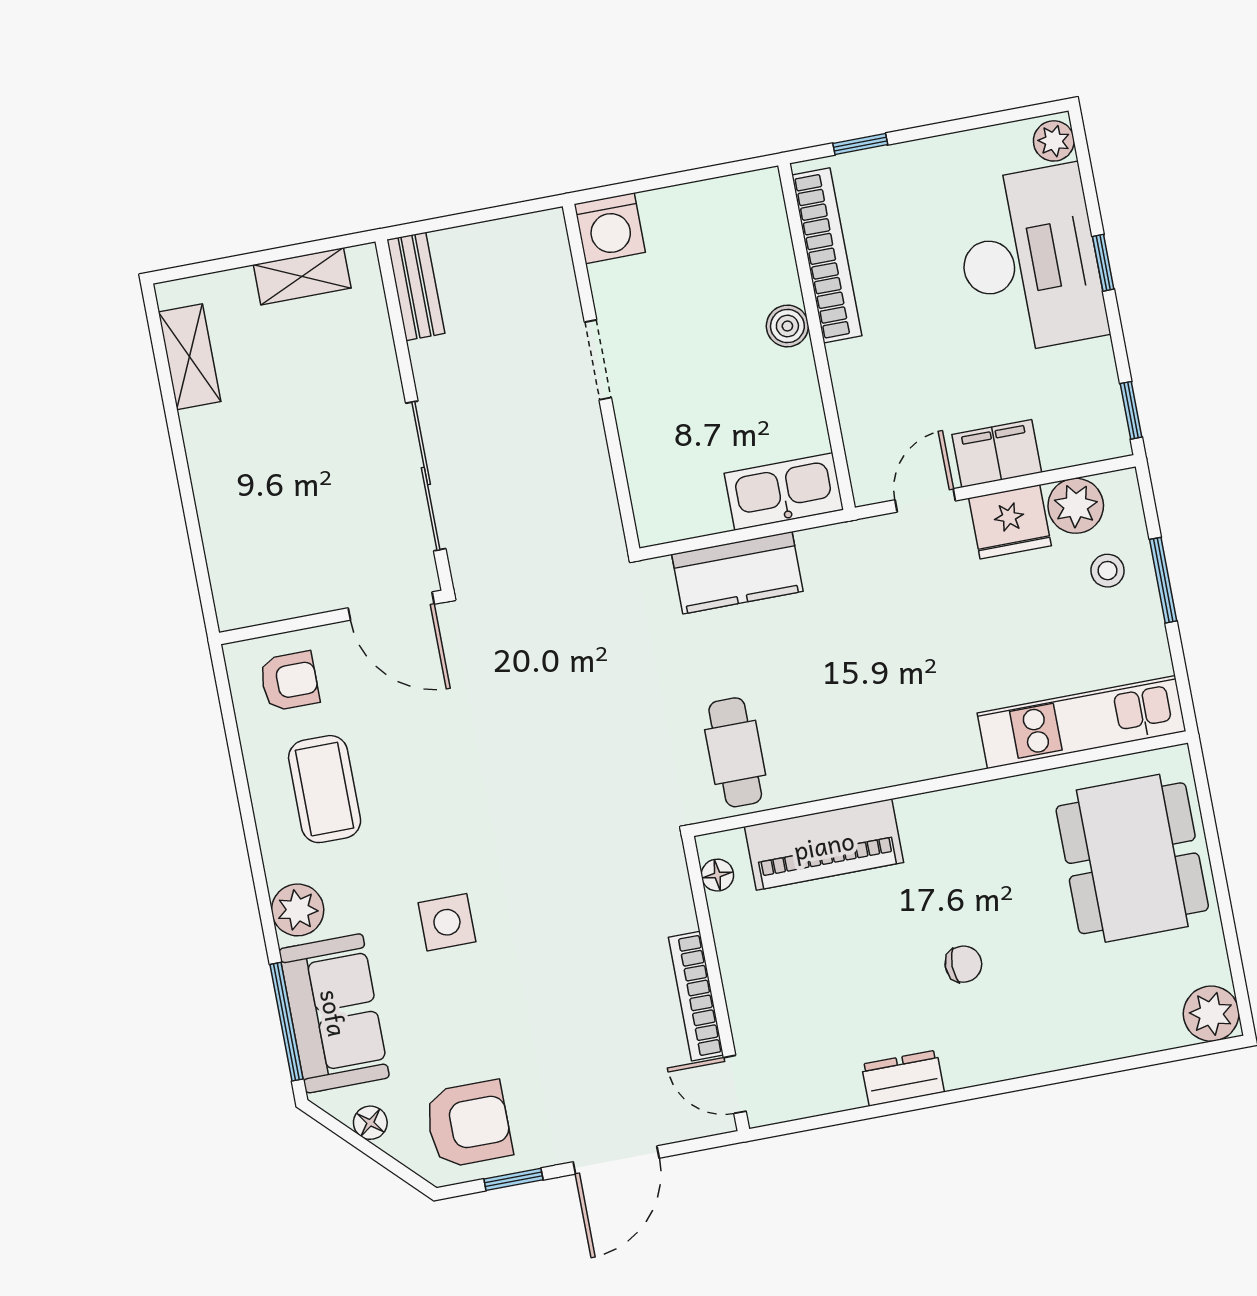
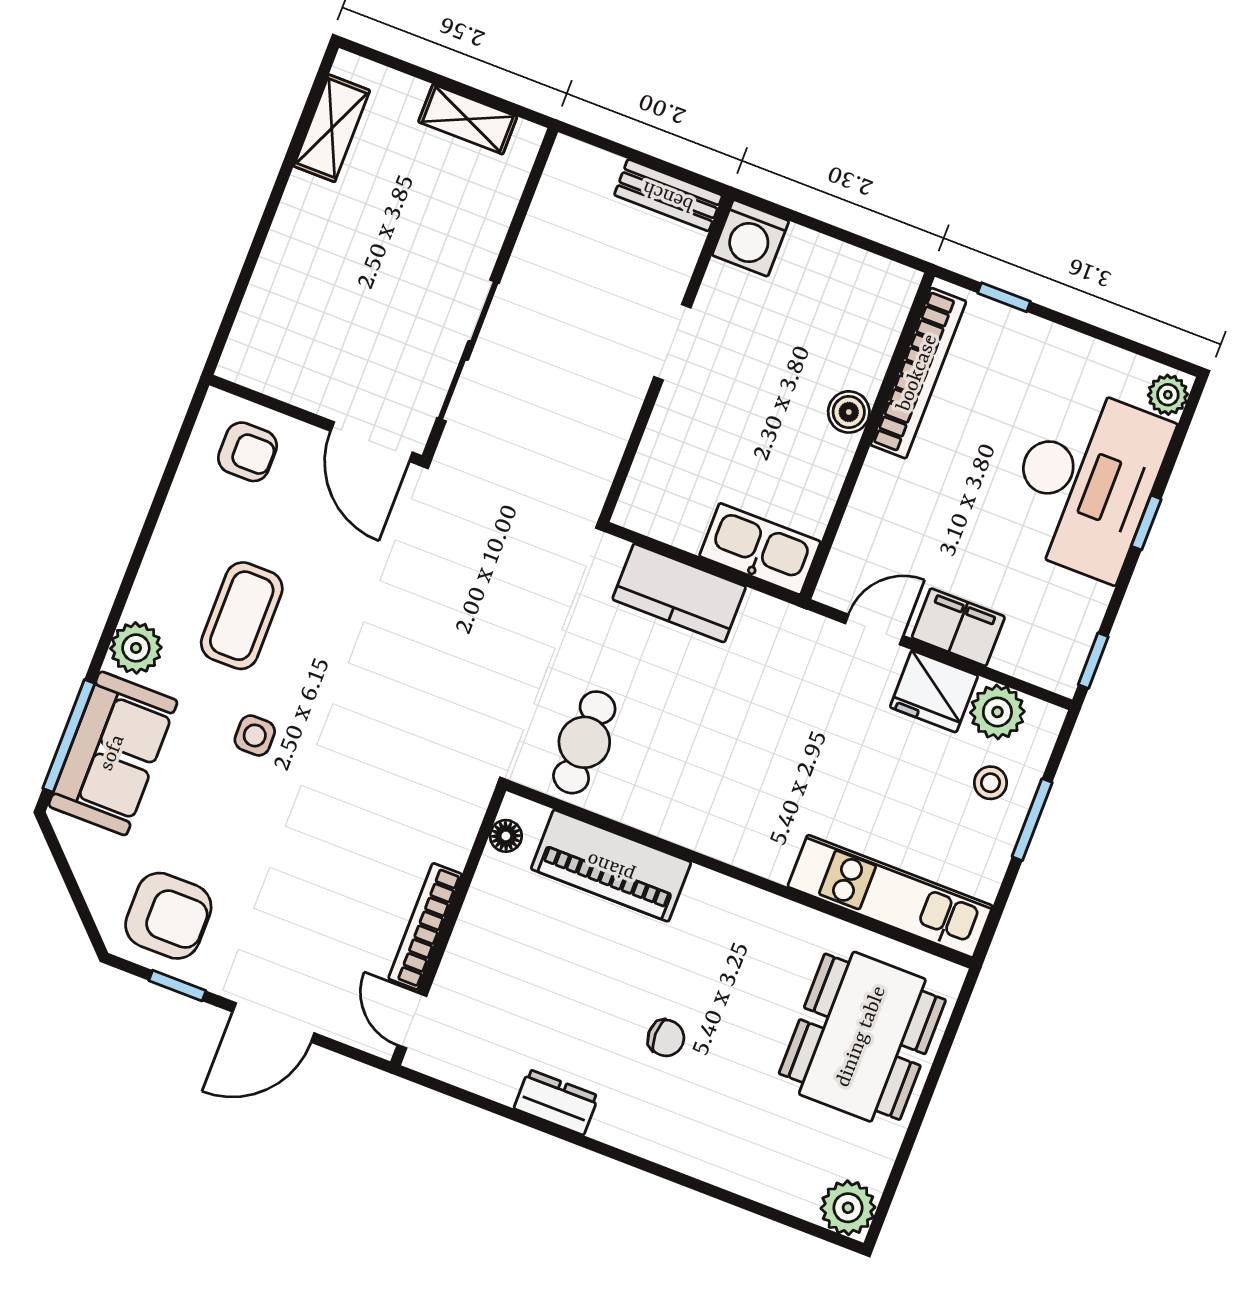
bench: (416, 286) -> (668, 195), moved, turned 90
coffee table: (325, 789) -> (242, 616), moved
side table: (447, 922) -> (255, 735), width x0.73, depth x0.73
floor lamp: (370, 1123) -> (87, 864), removed

